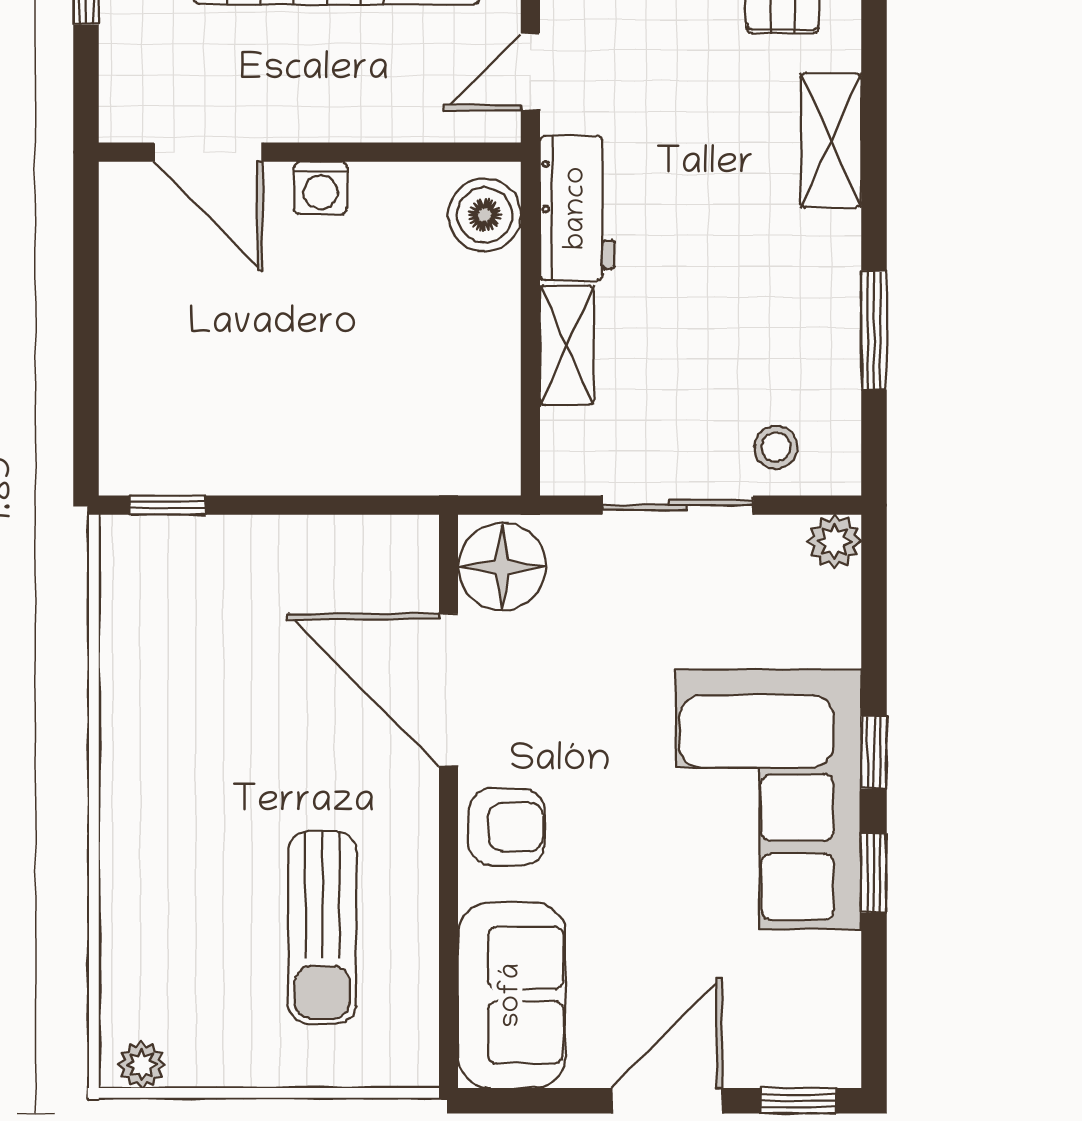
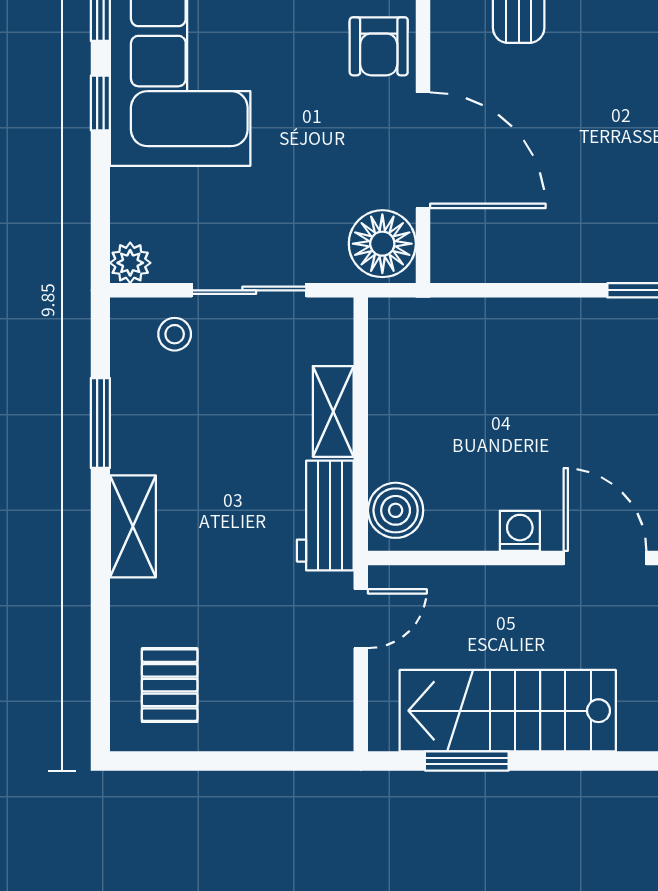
shelving: (831, 140) -> (133, 526), moved
armchair: (507, 827) -> (379, 46), turned -90

